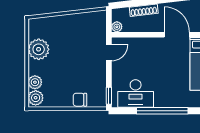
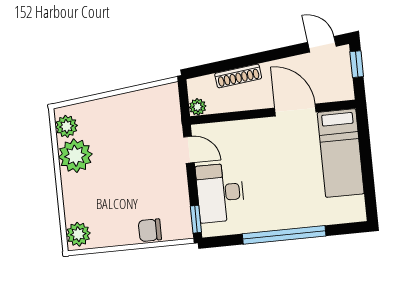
door: (109, 53) -> (189, 150), hinge flipped
plant: (35, 82) -> (66, 126), moved
desk: (136, 94) -> (220, 193), moved, turned 90

